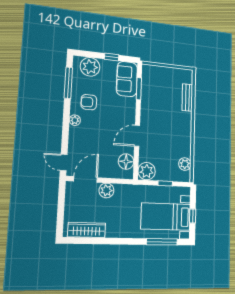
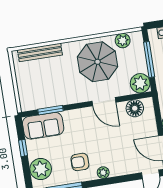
bench: (187, 98) -> (40, 52), width x1.36
armchair: (89, 102) -> (80, 162), turned 90
parasol: (171, 139) -> (98, 62), added
window: (165, 183) -> (149, 60), width x2.17

